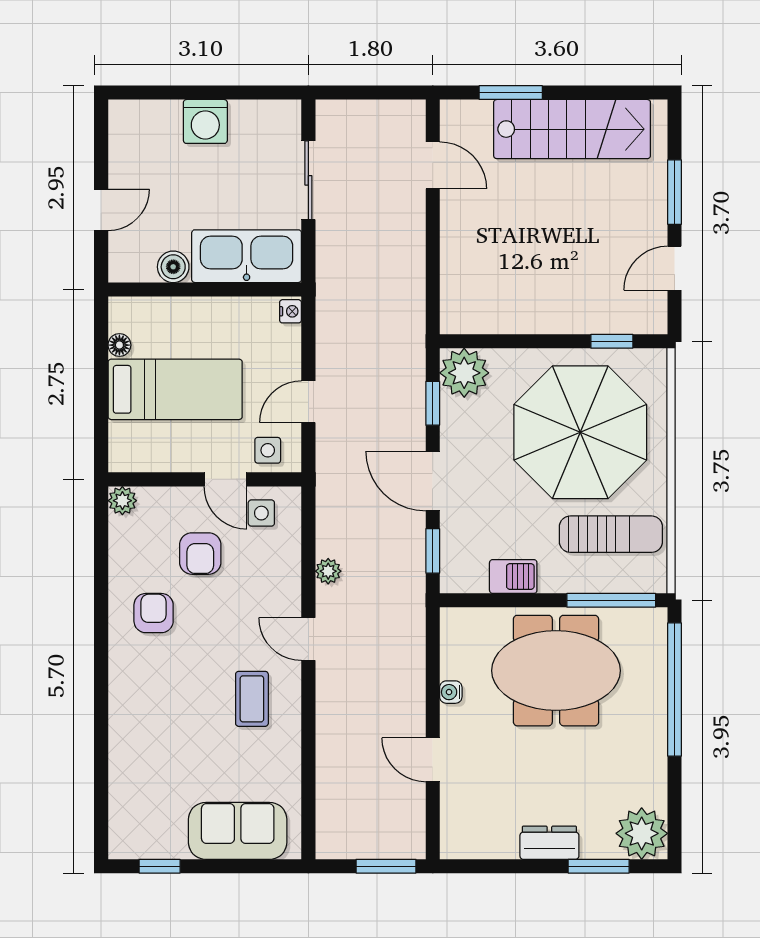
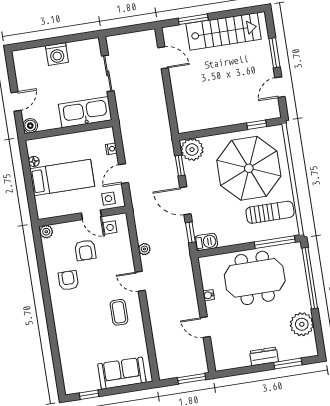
boiler: (173, 267) -> (30, 126), moved
nightstand: (290, 311) -> (111, 149), moved
barbecue: (513, 576) -> (206, 242), moved
plant: (642, 833) -> (302, 324), moved

